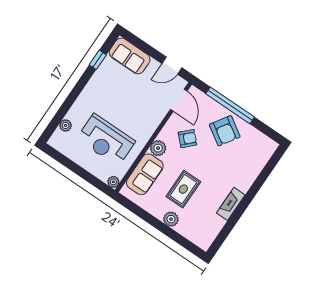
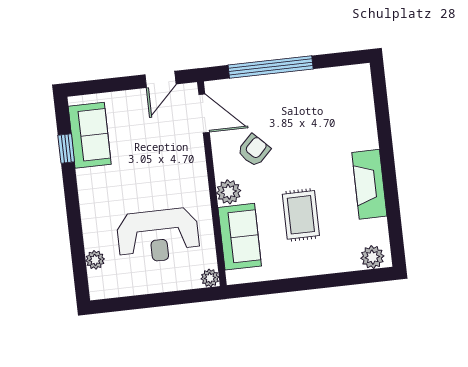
sofa: (130, 56) -> (90, 135), moved, turned -90
armchair: (225, 131) -> (290, 103), removed
fireplace: (231, 204) -> (369, 184), width x1.37, depth x1.32
plant: (171, 219) -> (372, 257), moved

